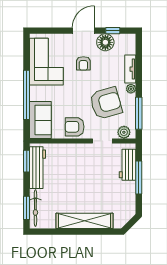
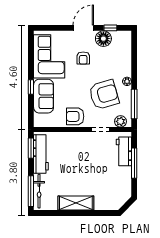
tv unit: (130, 69) -> (126, 63), removed
window: (27, 95) -> (31, 87), width x0.32
sofa: (40, 120) -> (44, 96), moved
window: (27, 208) -> (31, 191), width x1.44
shelving: (84, 221) -> (76, 203), width x0.68

